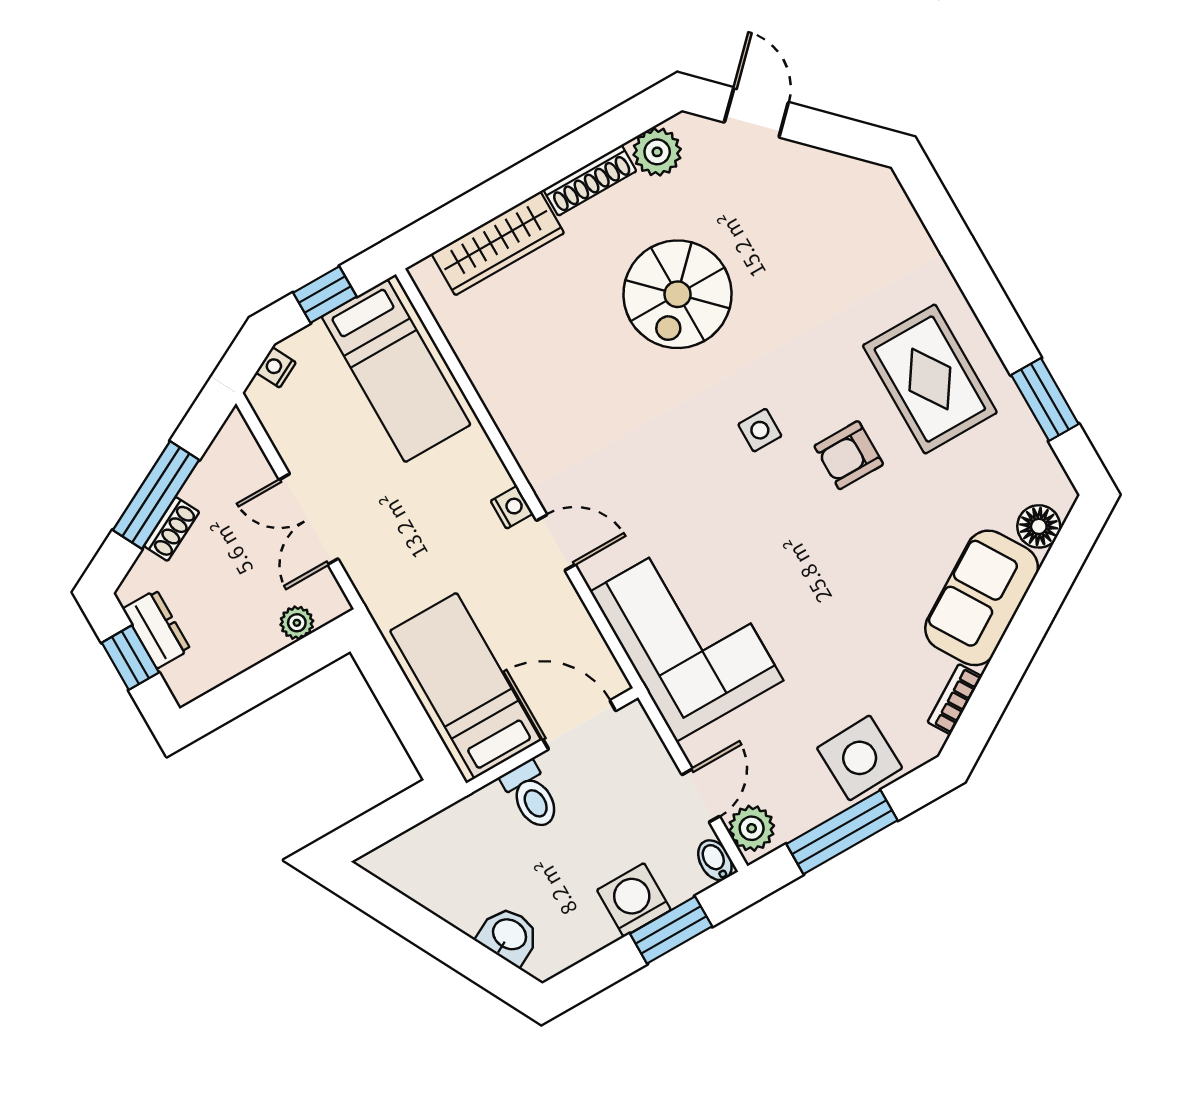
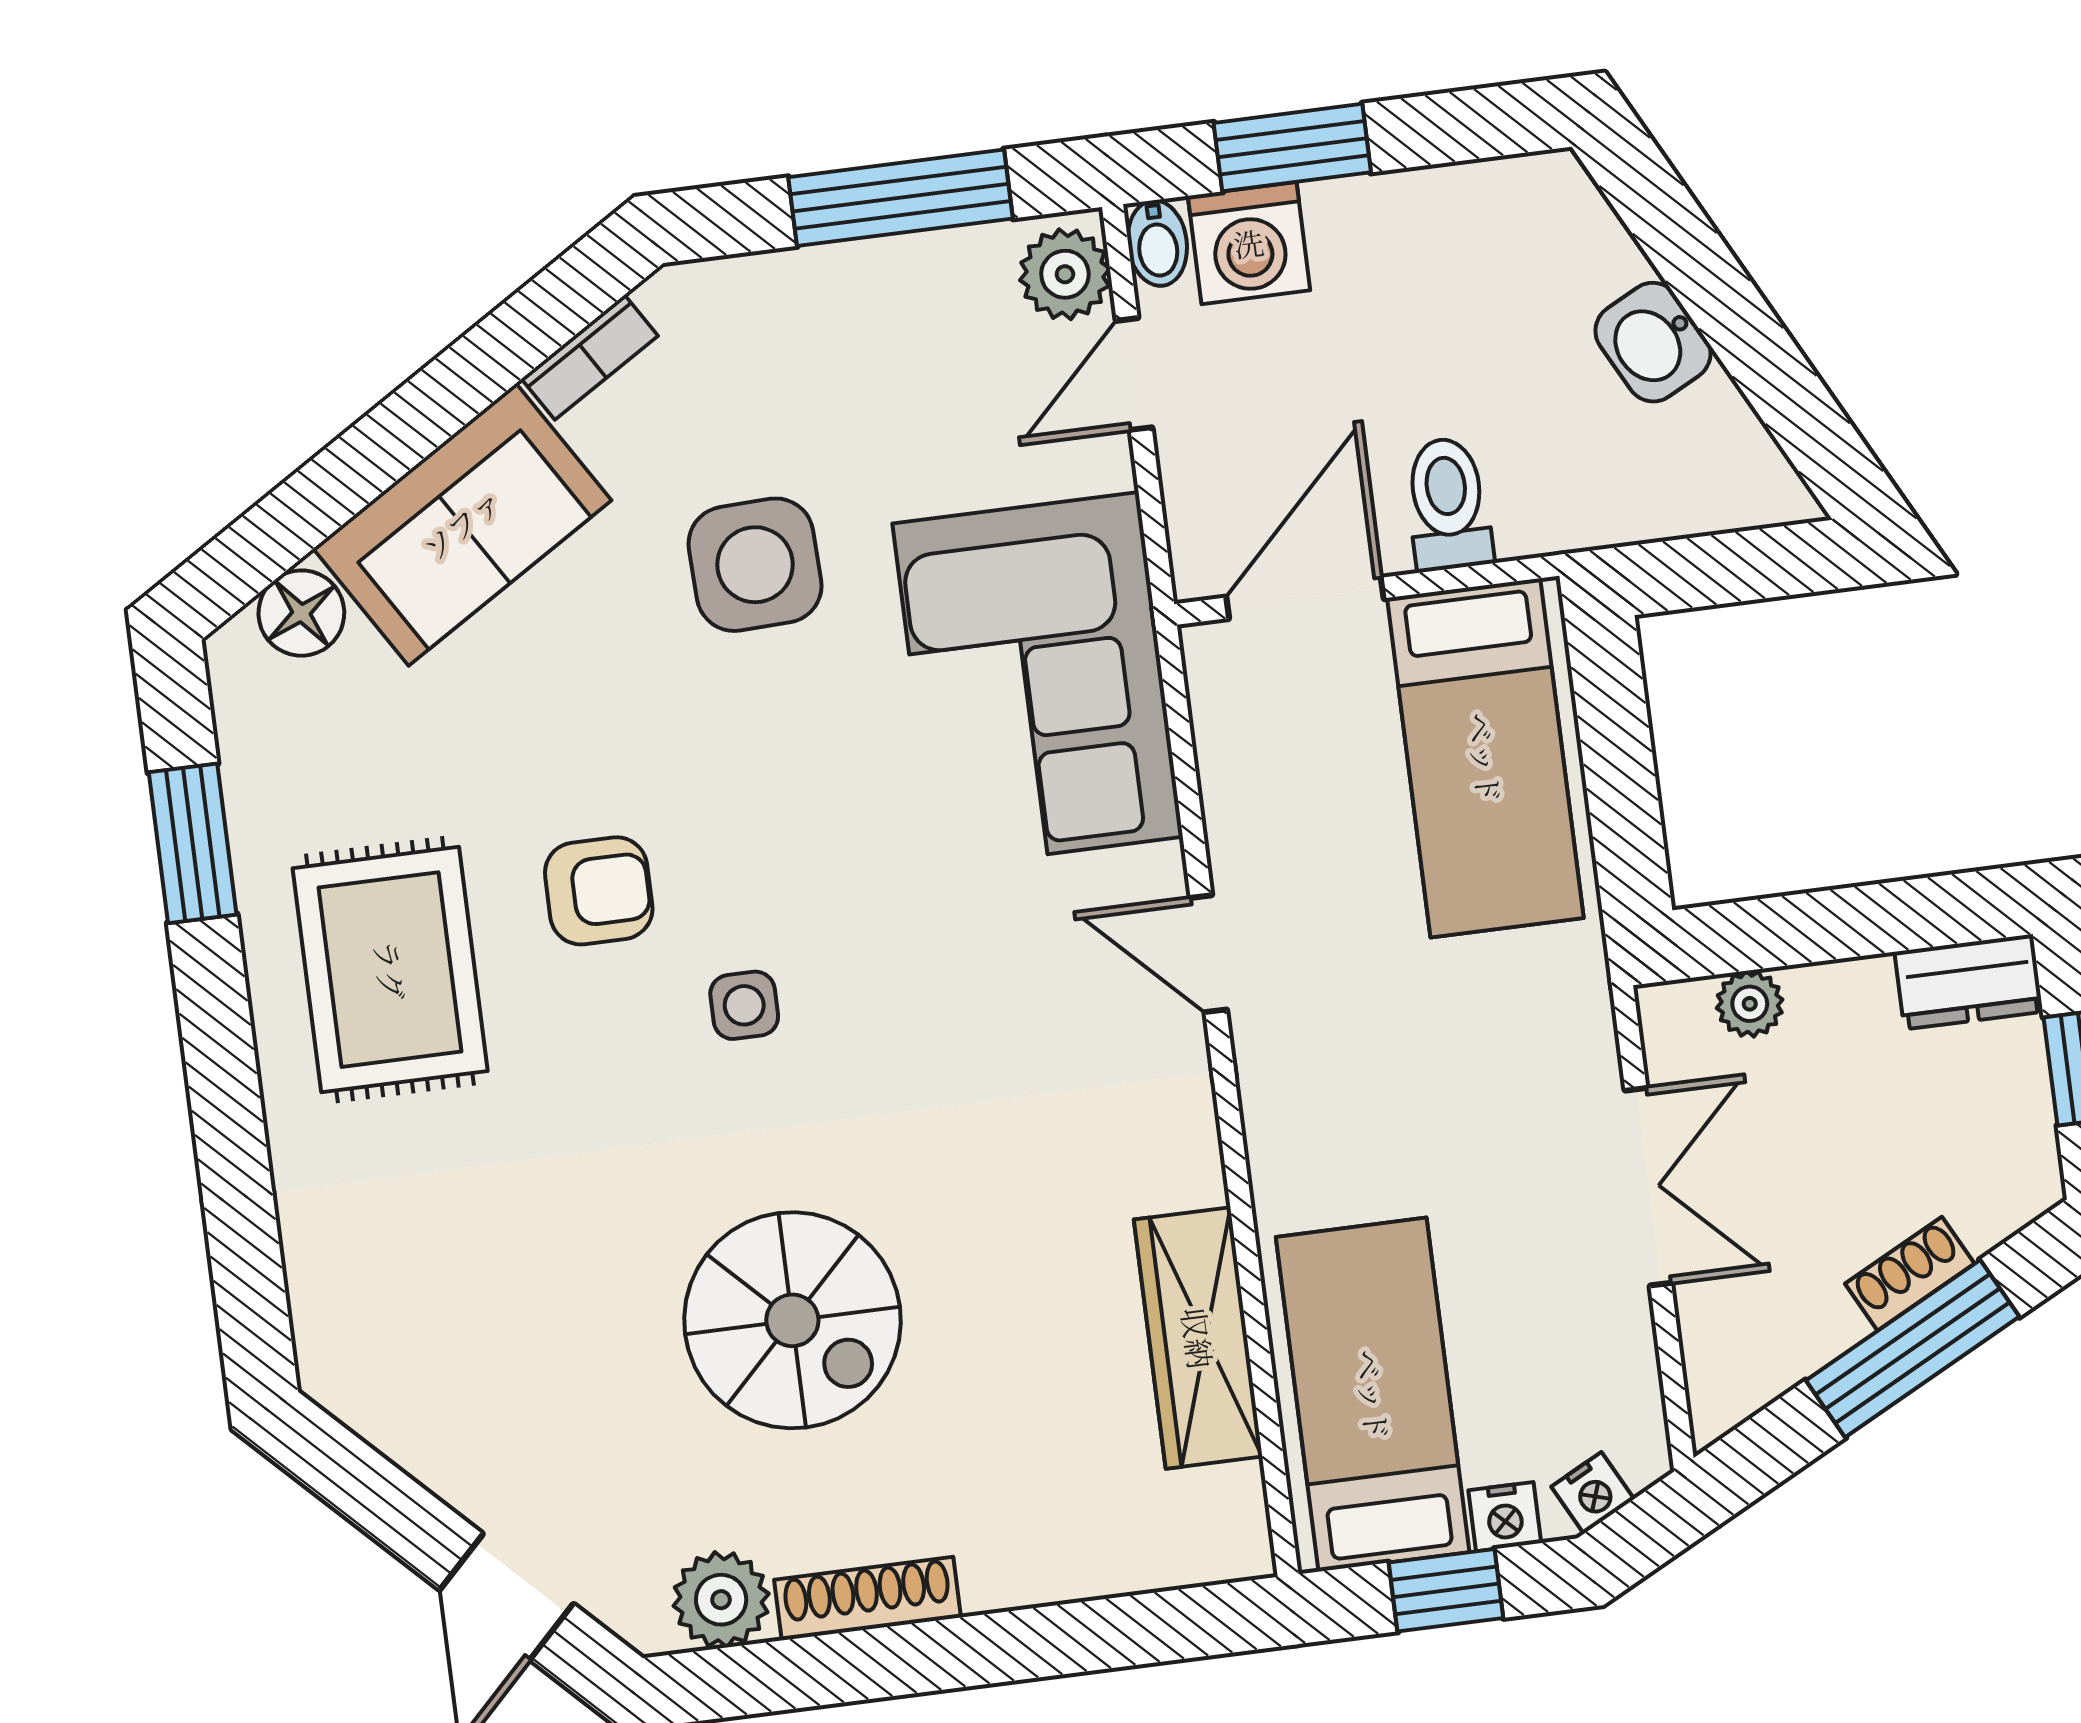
wardrobe: (498, 243) -> (1198, 1338), moved, turned -90
spiral stairs: (678, 294) -> (792, 1320), turned 90
nightstand: (512, 507) -> (1505, 1517), moved, turned -90
dresser: (156, 629) -> (1969, 982), moved, turned -90
door: (579, 725) -> (1305, 598), swing flipped
side table: (860, 758) -> (755, 565), moved
washing machine: (634, 900) -> (1249, 243), moved
washbasin: (509, 935) -> (1653, 342), moved

